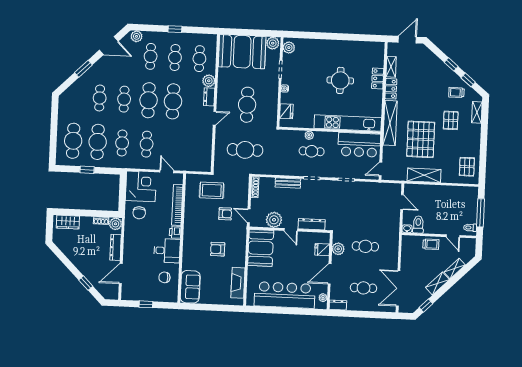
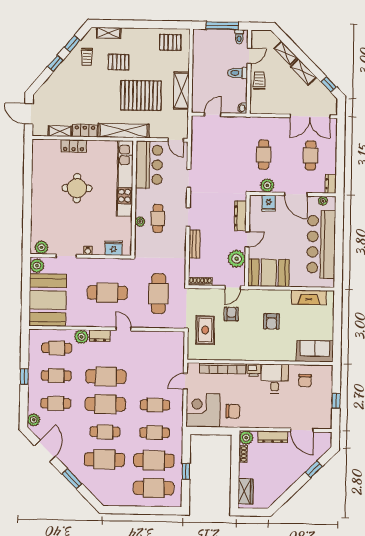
cafe table: (100, 98) -> (104, 459), width x1.37, depth x1.35
toilet: (418, 224) -> (238, 73), moved

